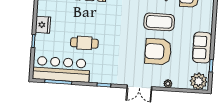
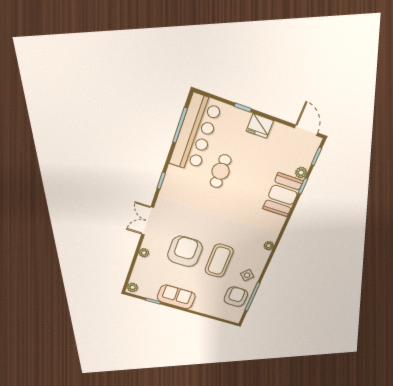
plant: (199, 81) -> (132, 287), width x0.53, depth x0.53

